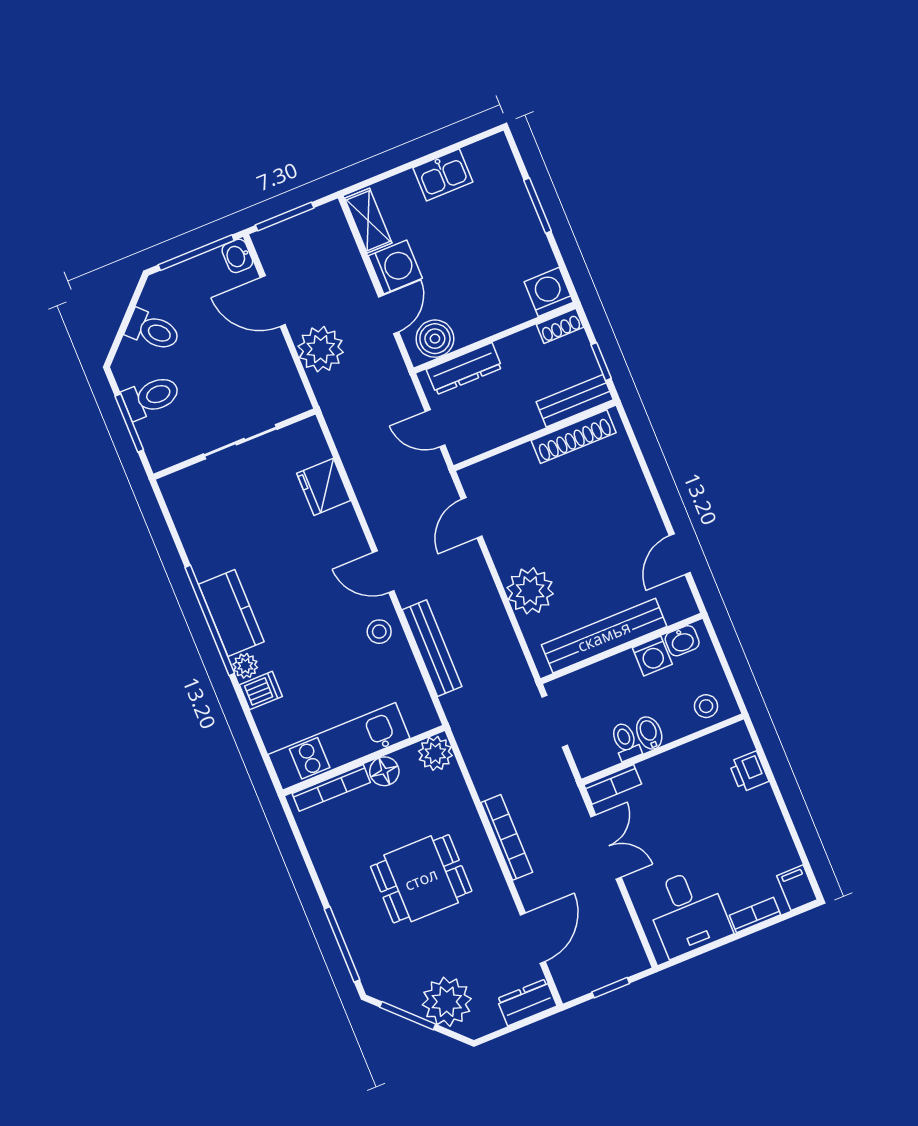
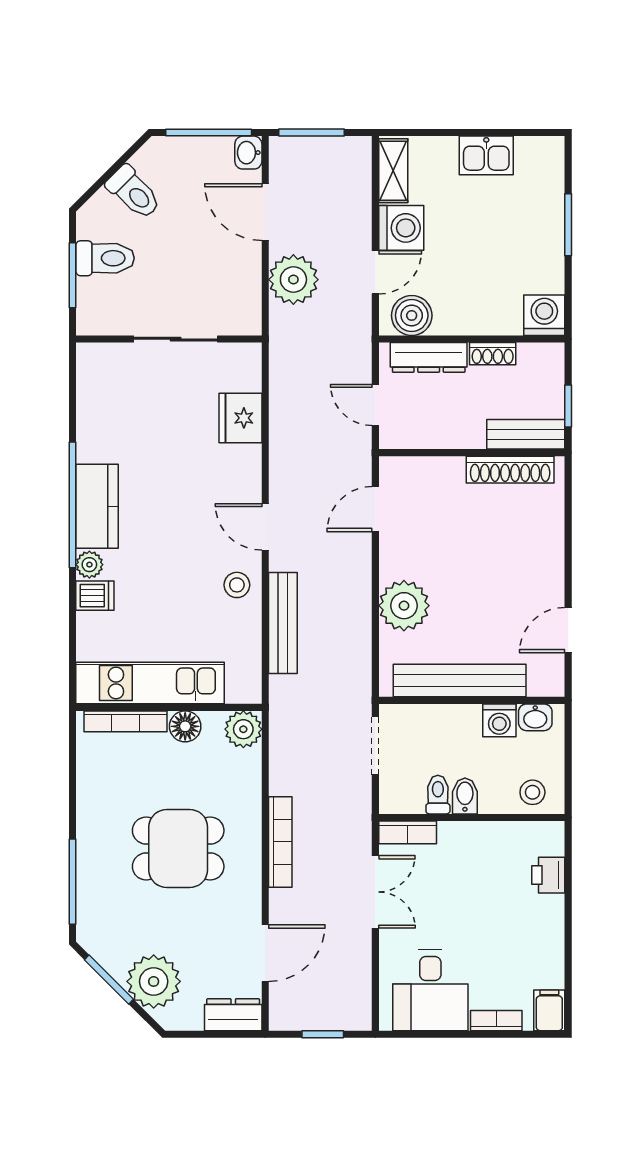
shoe rack: (560, 326) -> (493, 354), moved

